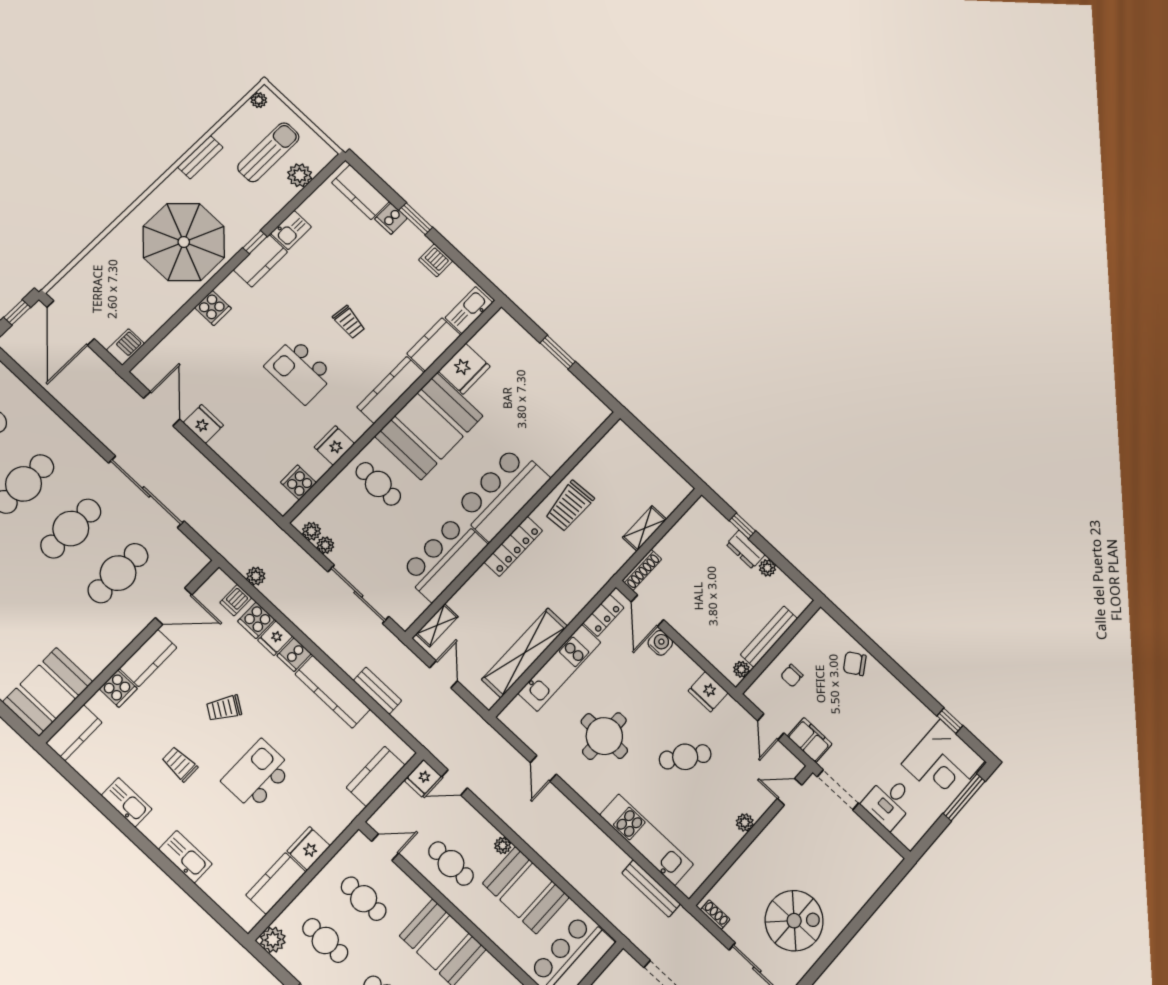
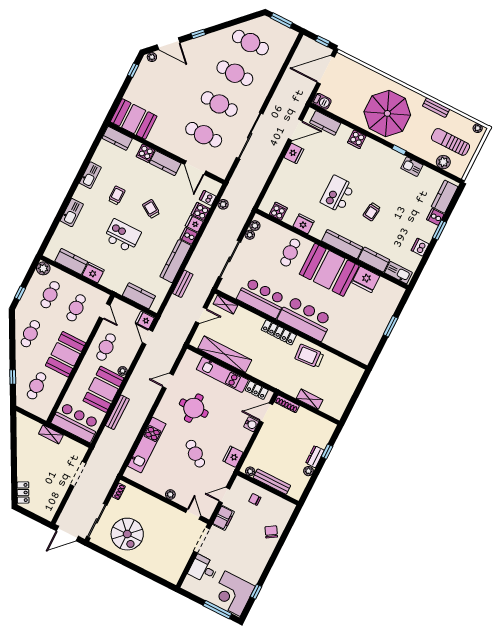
sun lounger: (268, 152) -> (451, 142), turned 180
kitchen counter: (260, 261) -> (325, 123), moved
bench: (651, 888) -> (117, 412), moved

